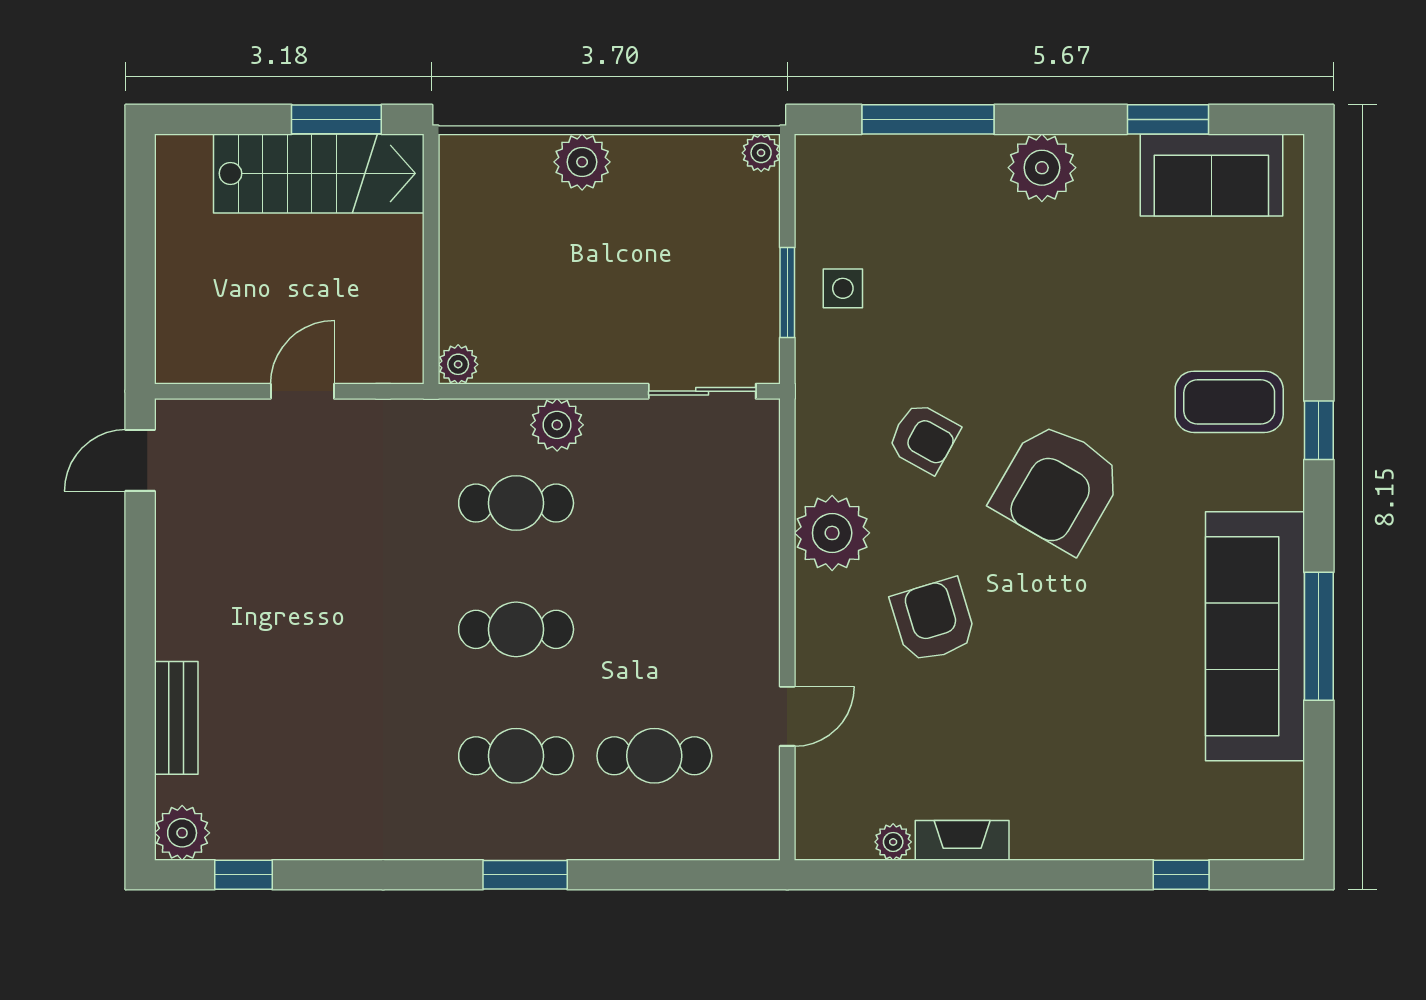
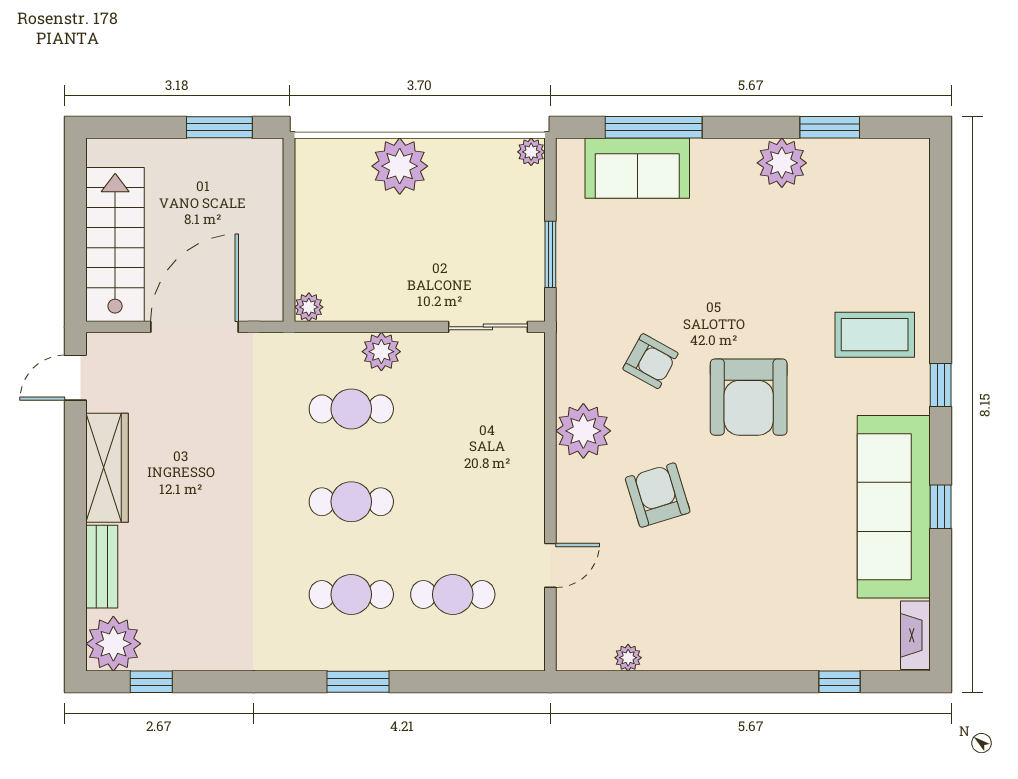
plant: (582, 162) -> (400, 166), width x1.36, depth x1.36
plant: (1042, 168) -> (782, 163), moved
stairs: (319, 173) -> (115, 244), moved, turned -90
sofa: (1211, 175) -> (637, 168), moved
side table: (843, 288) -> (591, 251), removed
door: (302, 391) -> (195, 327), width x1.87
window: (1319, 430) -> (941, 385), moved
armchair: (1057, 487) -> (749, 397), turned -30
wardrobe: (183, 583) -> (107, 468), added
window: (1319, 636) -> (941, 507), width x0.46
plant: (182, 833) -> (113, 644), width x1.36, depth x1.36
fireplace: (962, 840) -> (915, 635), moved, turned -90

